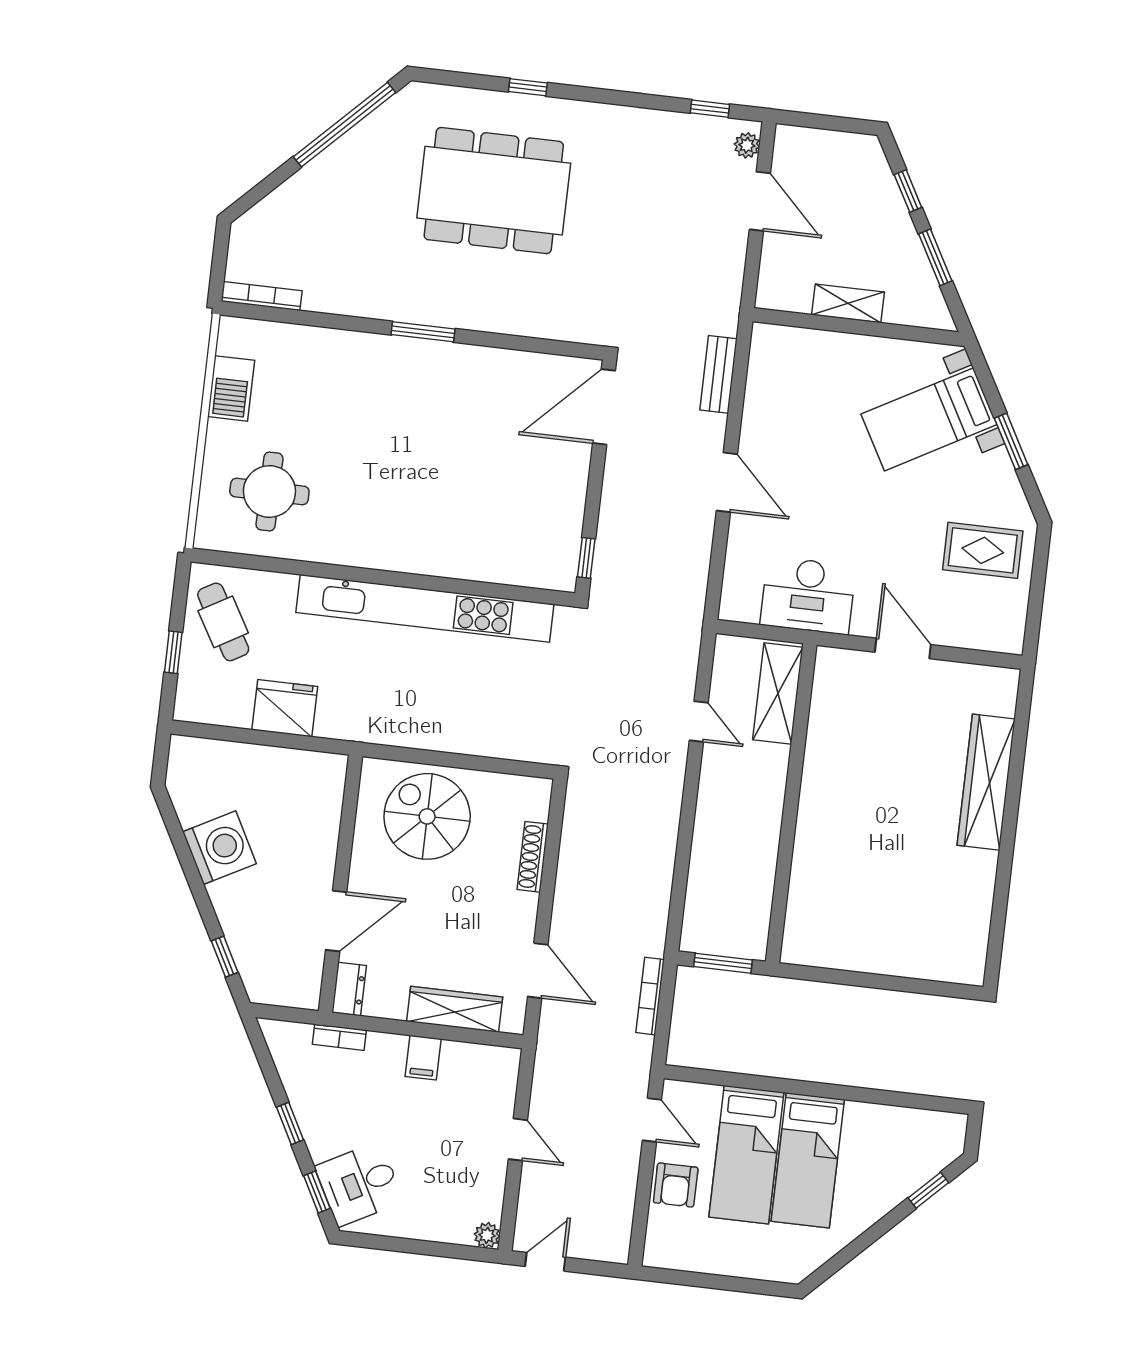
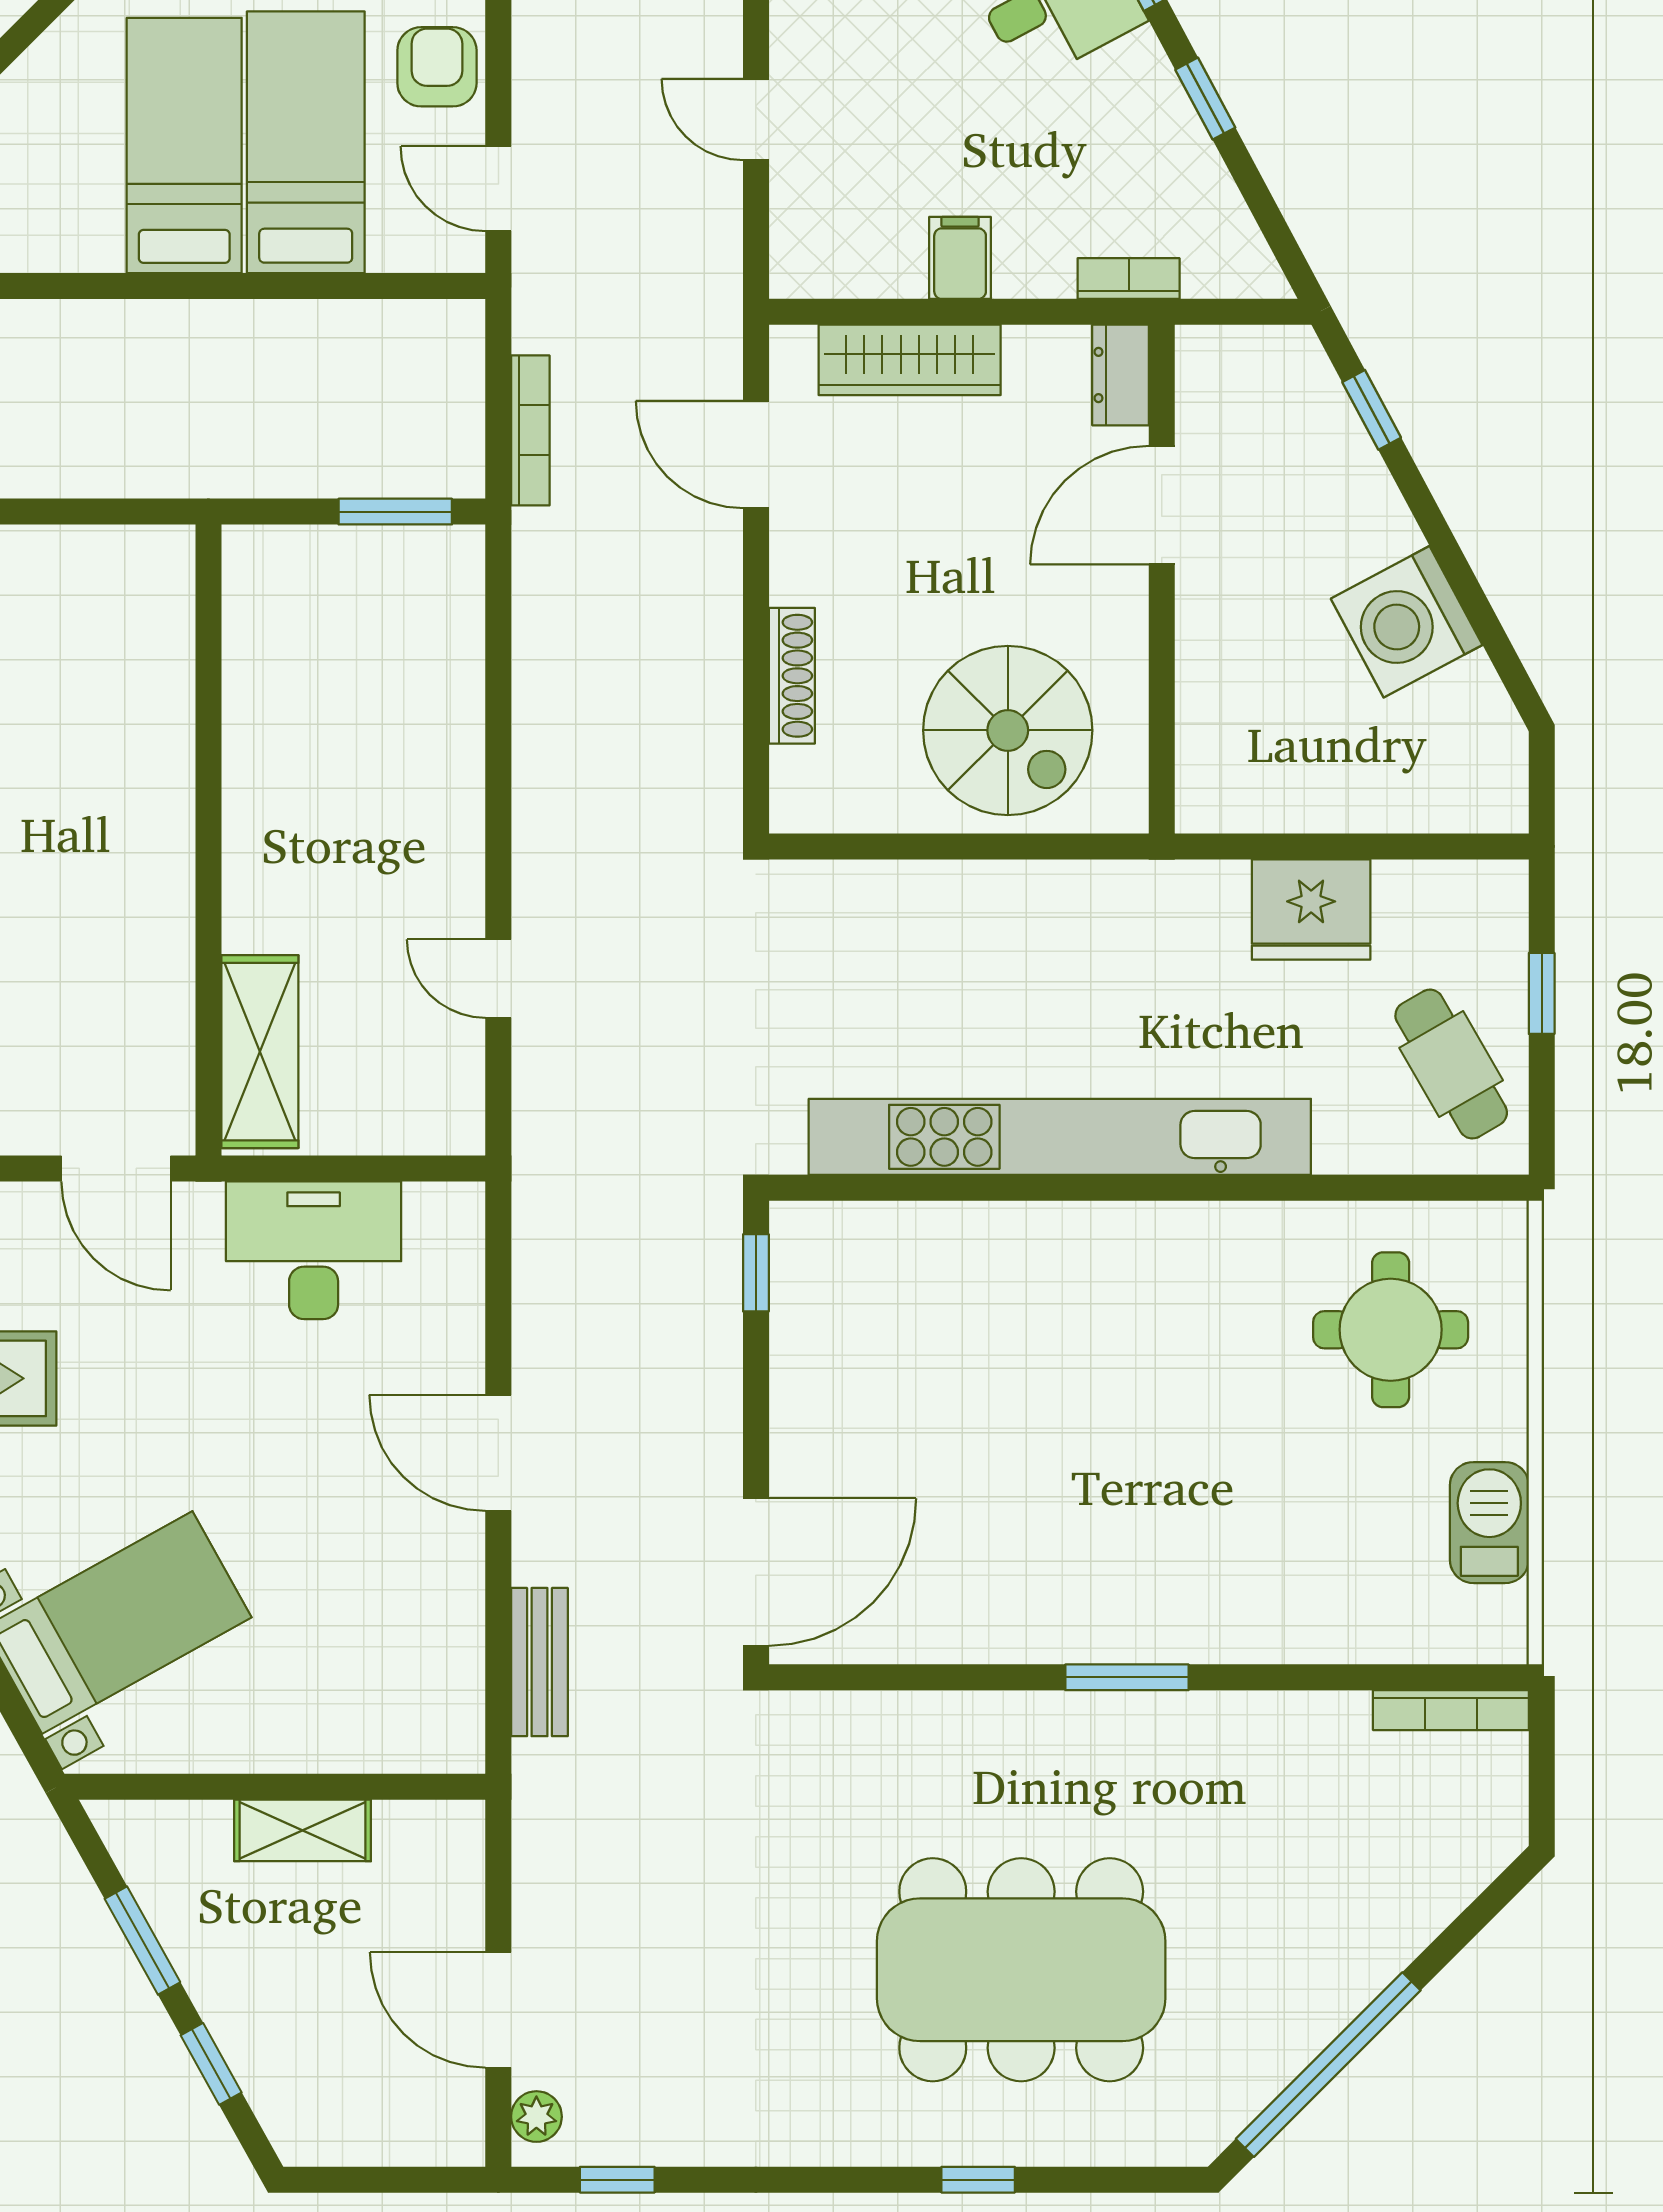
shelving: (778, 693) -> (260, 1052), moved
wall: (791, 803) -> (208, 840), moved

